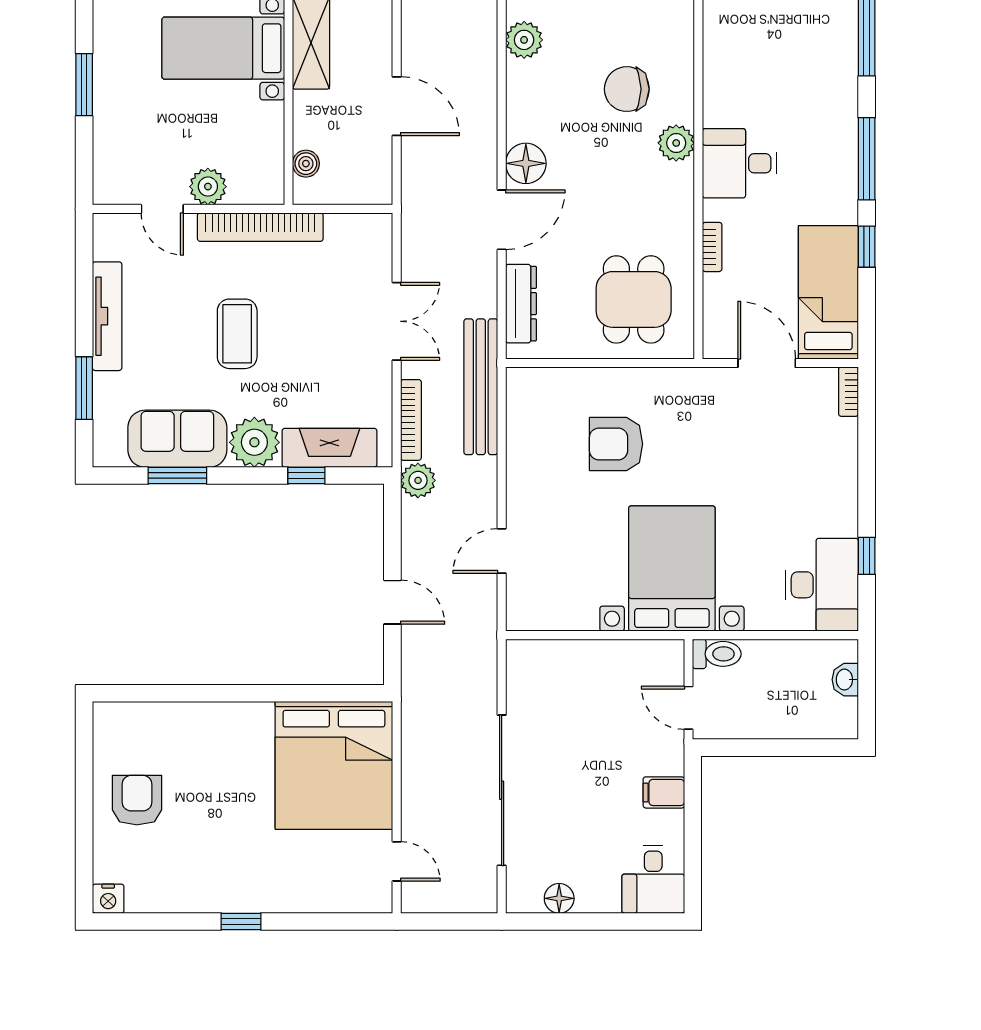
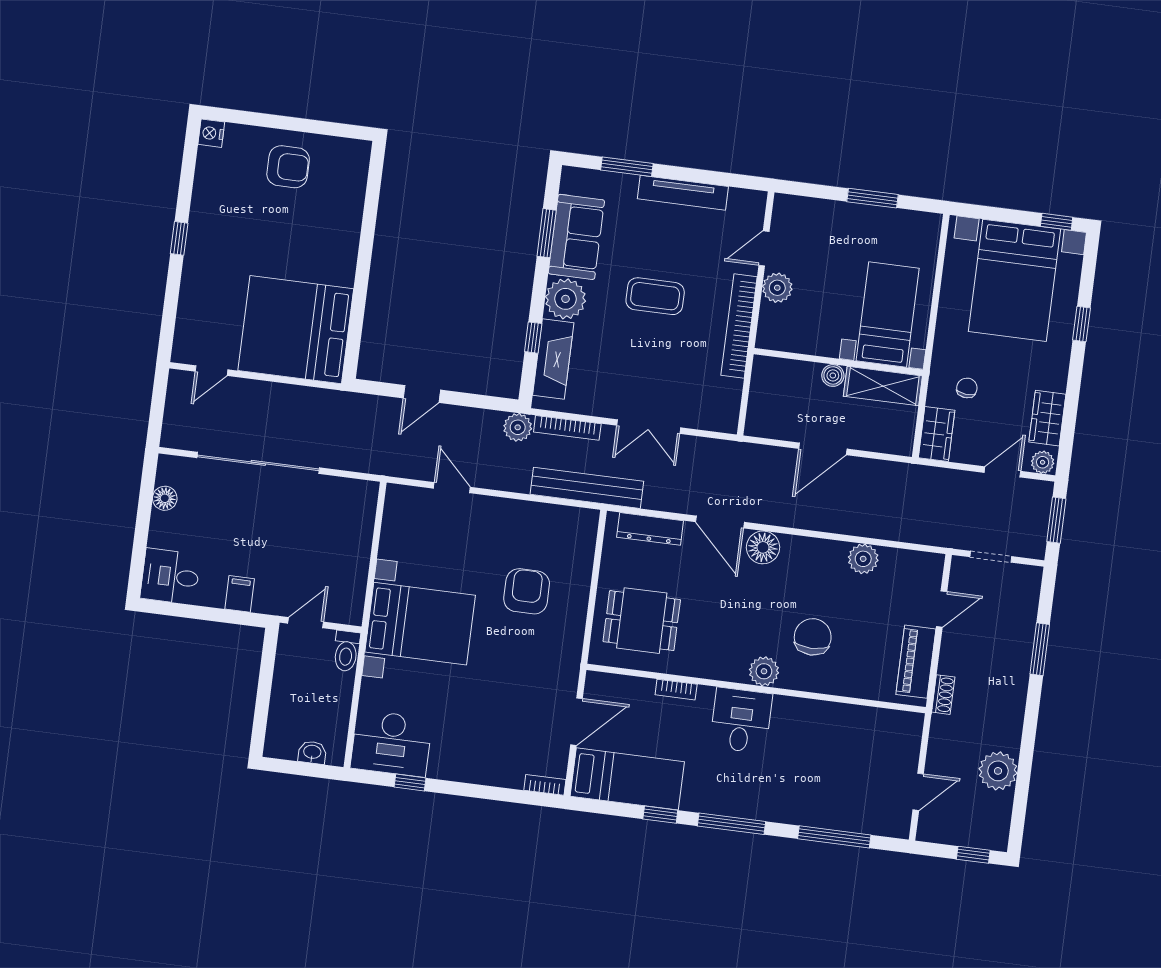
boiler: (306, 164) -> (833, 375), moved

